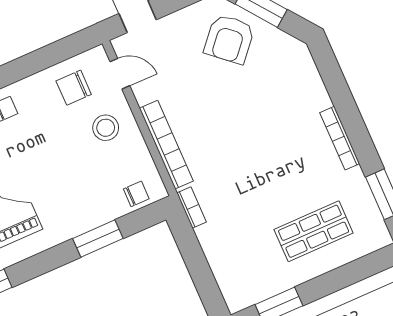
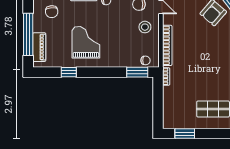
window: (98, 239) -> (137, 72), moved

